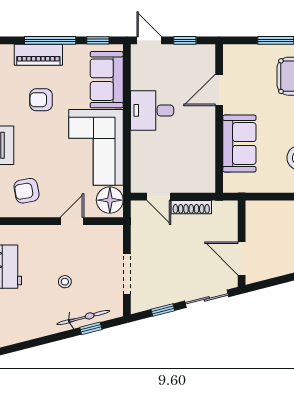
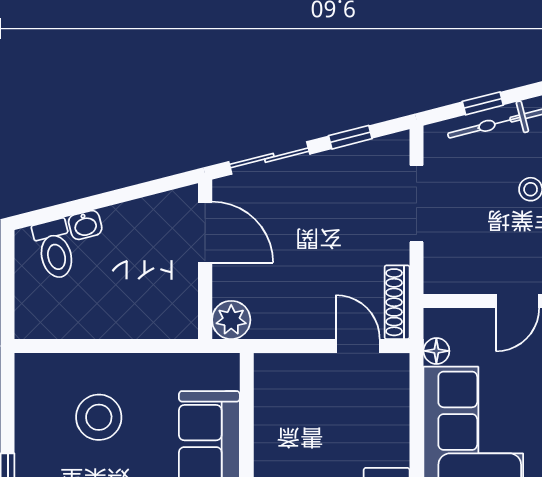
floor lamp: (110, 200) -> (436, 351), width x0.53, depth x0.53
shoe rack: (191, 207) -> (397, 302), moved, turned -90
plant: (227, 211) -> (231, 320), added

